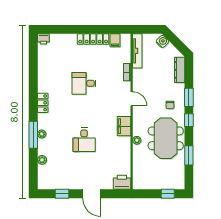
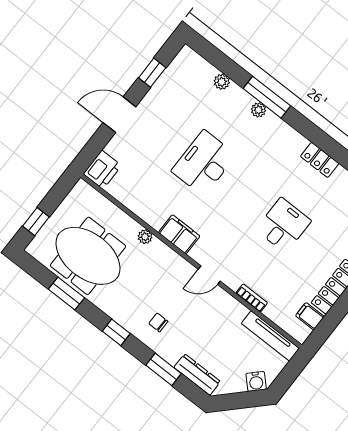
window: (189, 97) -> (164, 369), moved
locker: (43, 103) -> (320, 160), moved
meeting table: (166, 138) -> (88, 256), moved
desk: (84, 140) -> (204, 163), width x1.37

